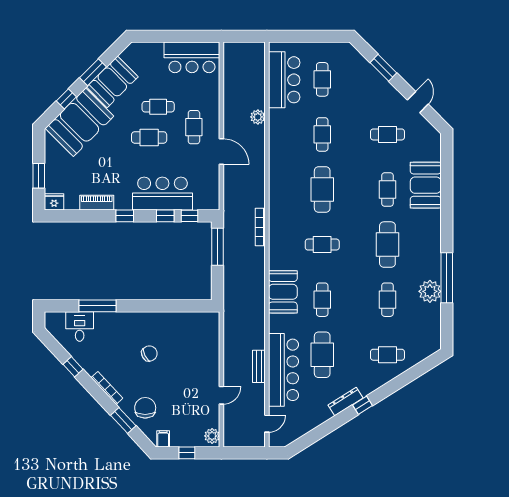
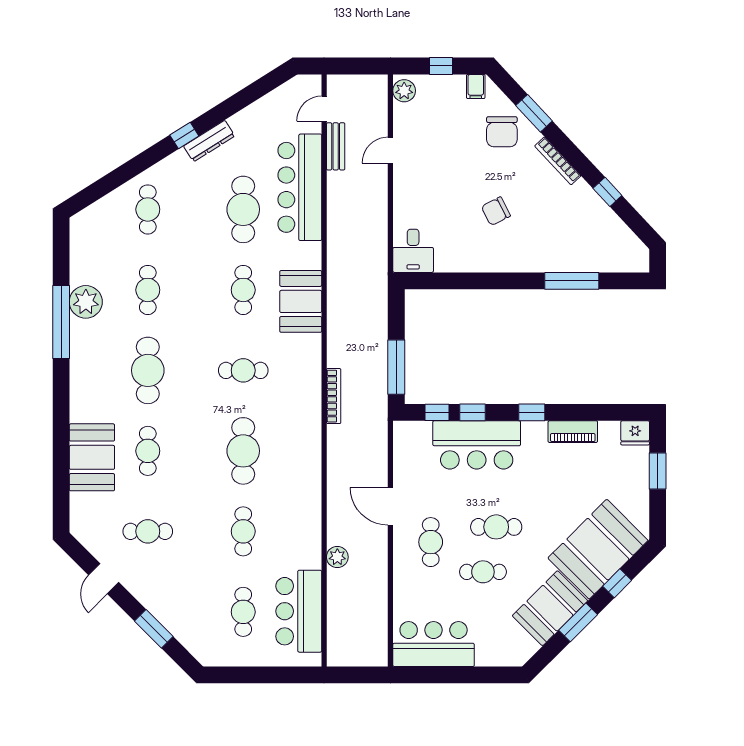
desk: (80, 326) -> (413, 251), moved
cafe table: (387, 355) -> (148, 209), turned 90
bench: (259, 366) -> (336, 146), moved

